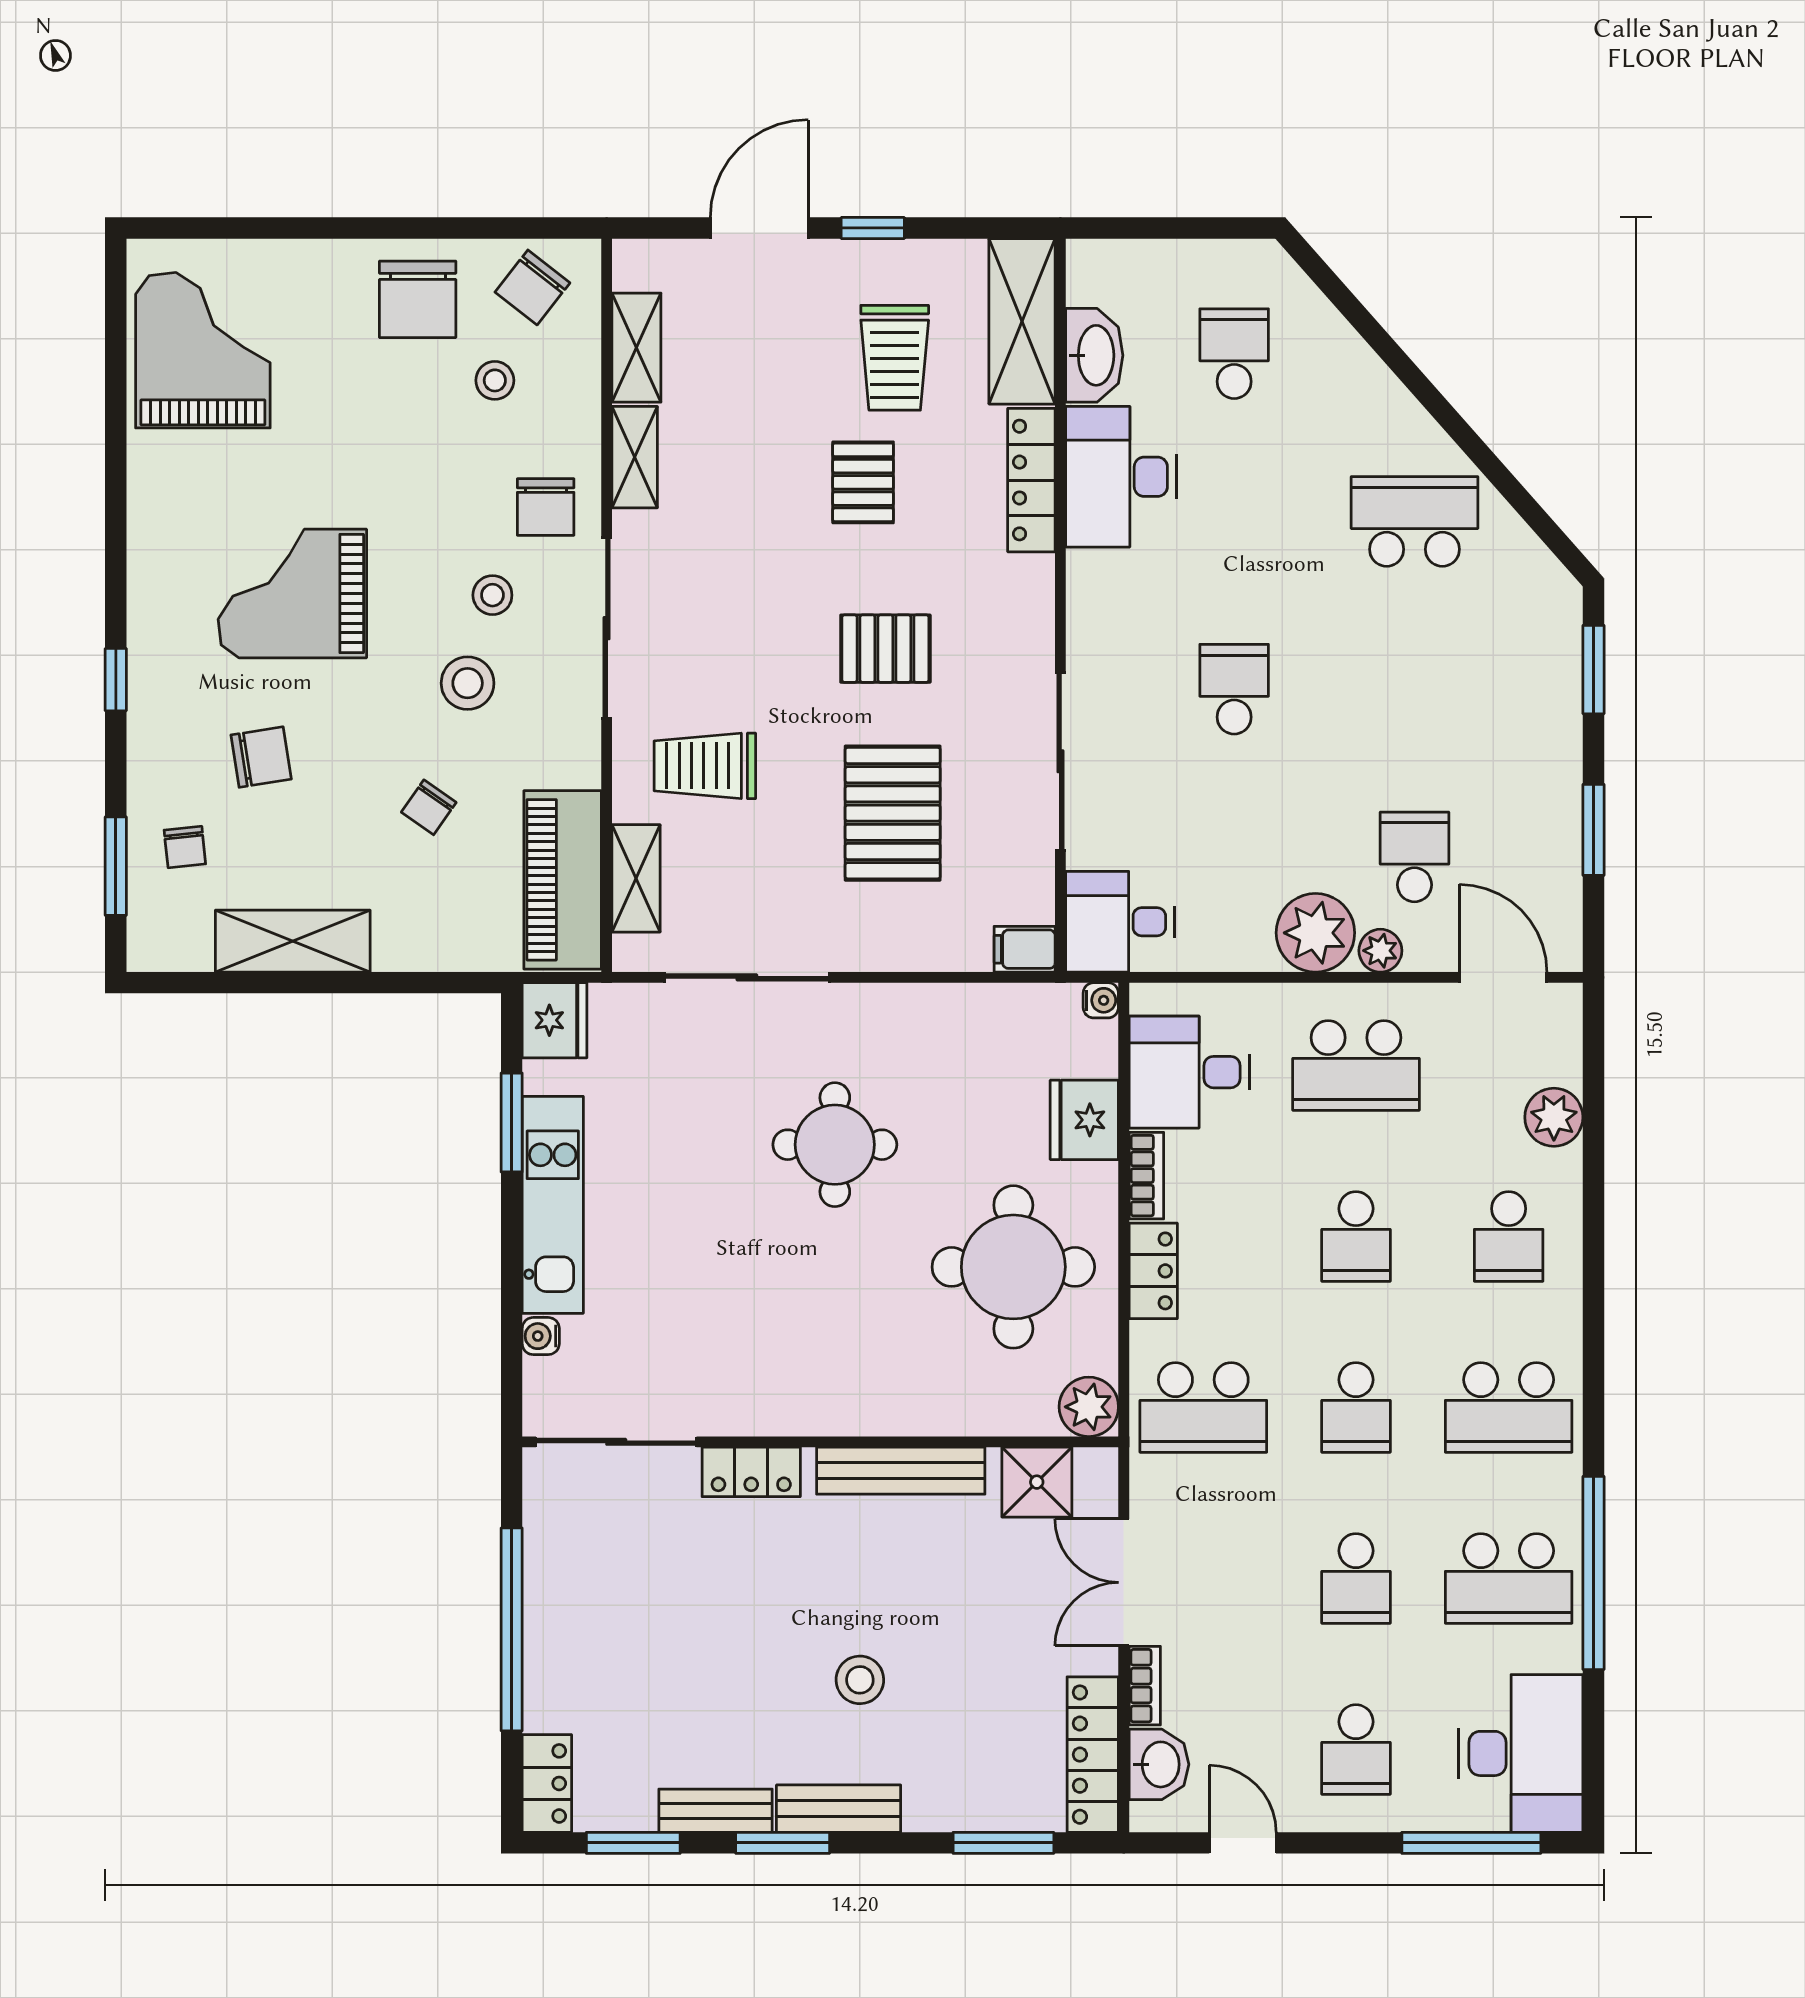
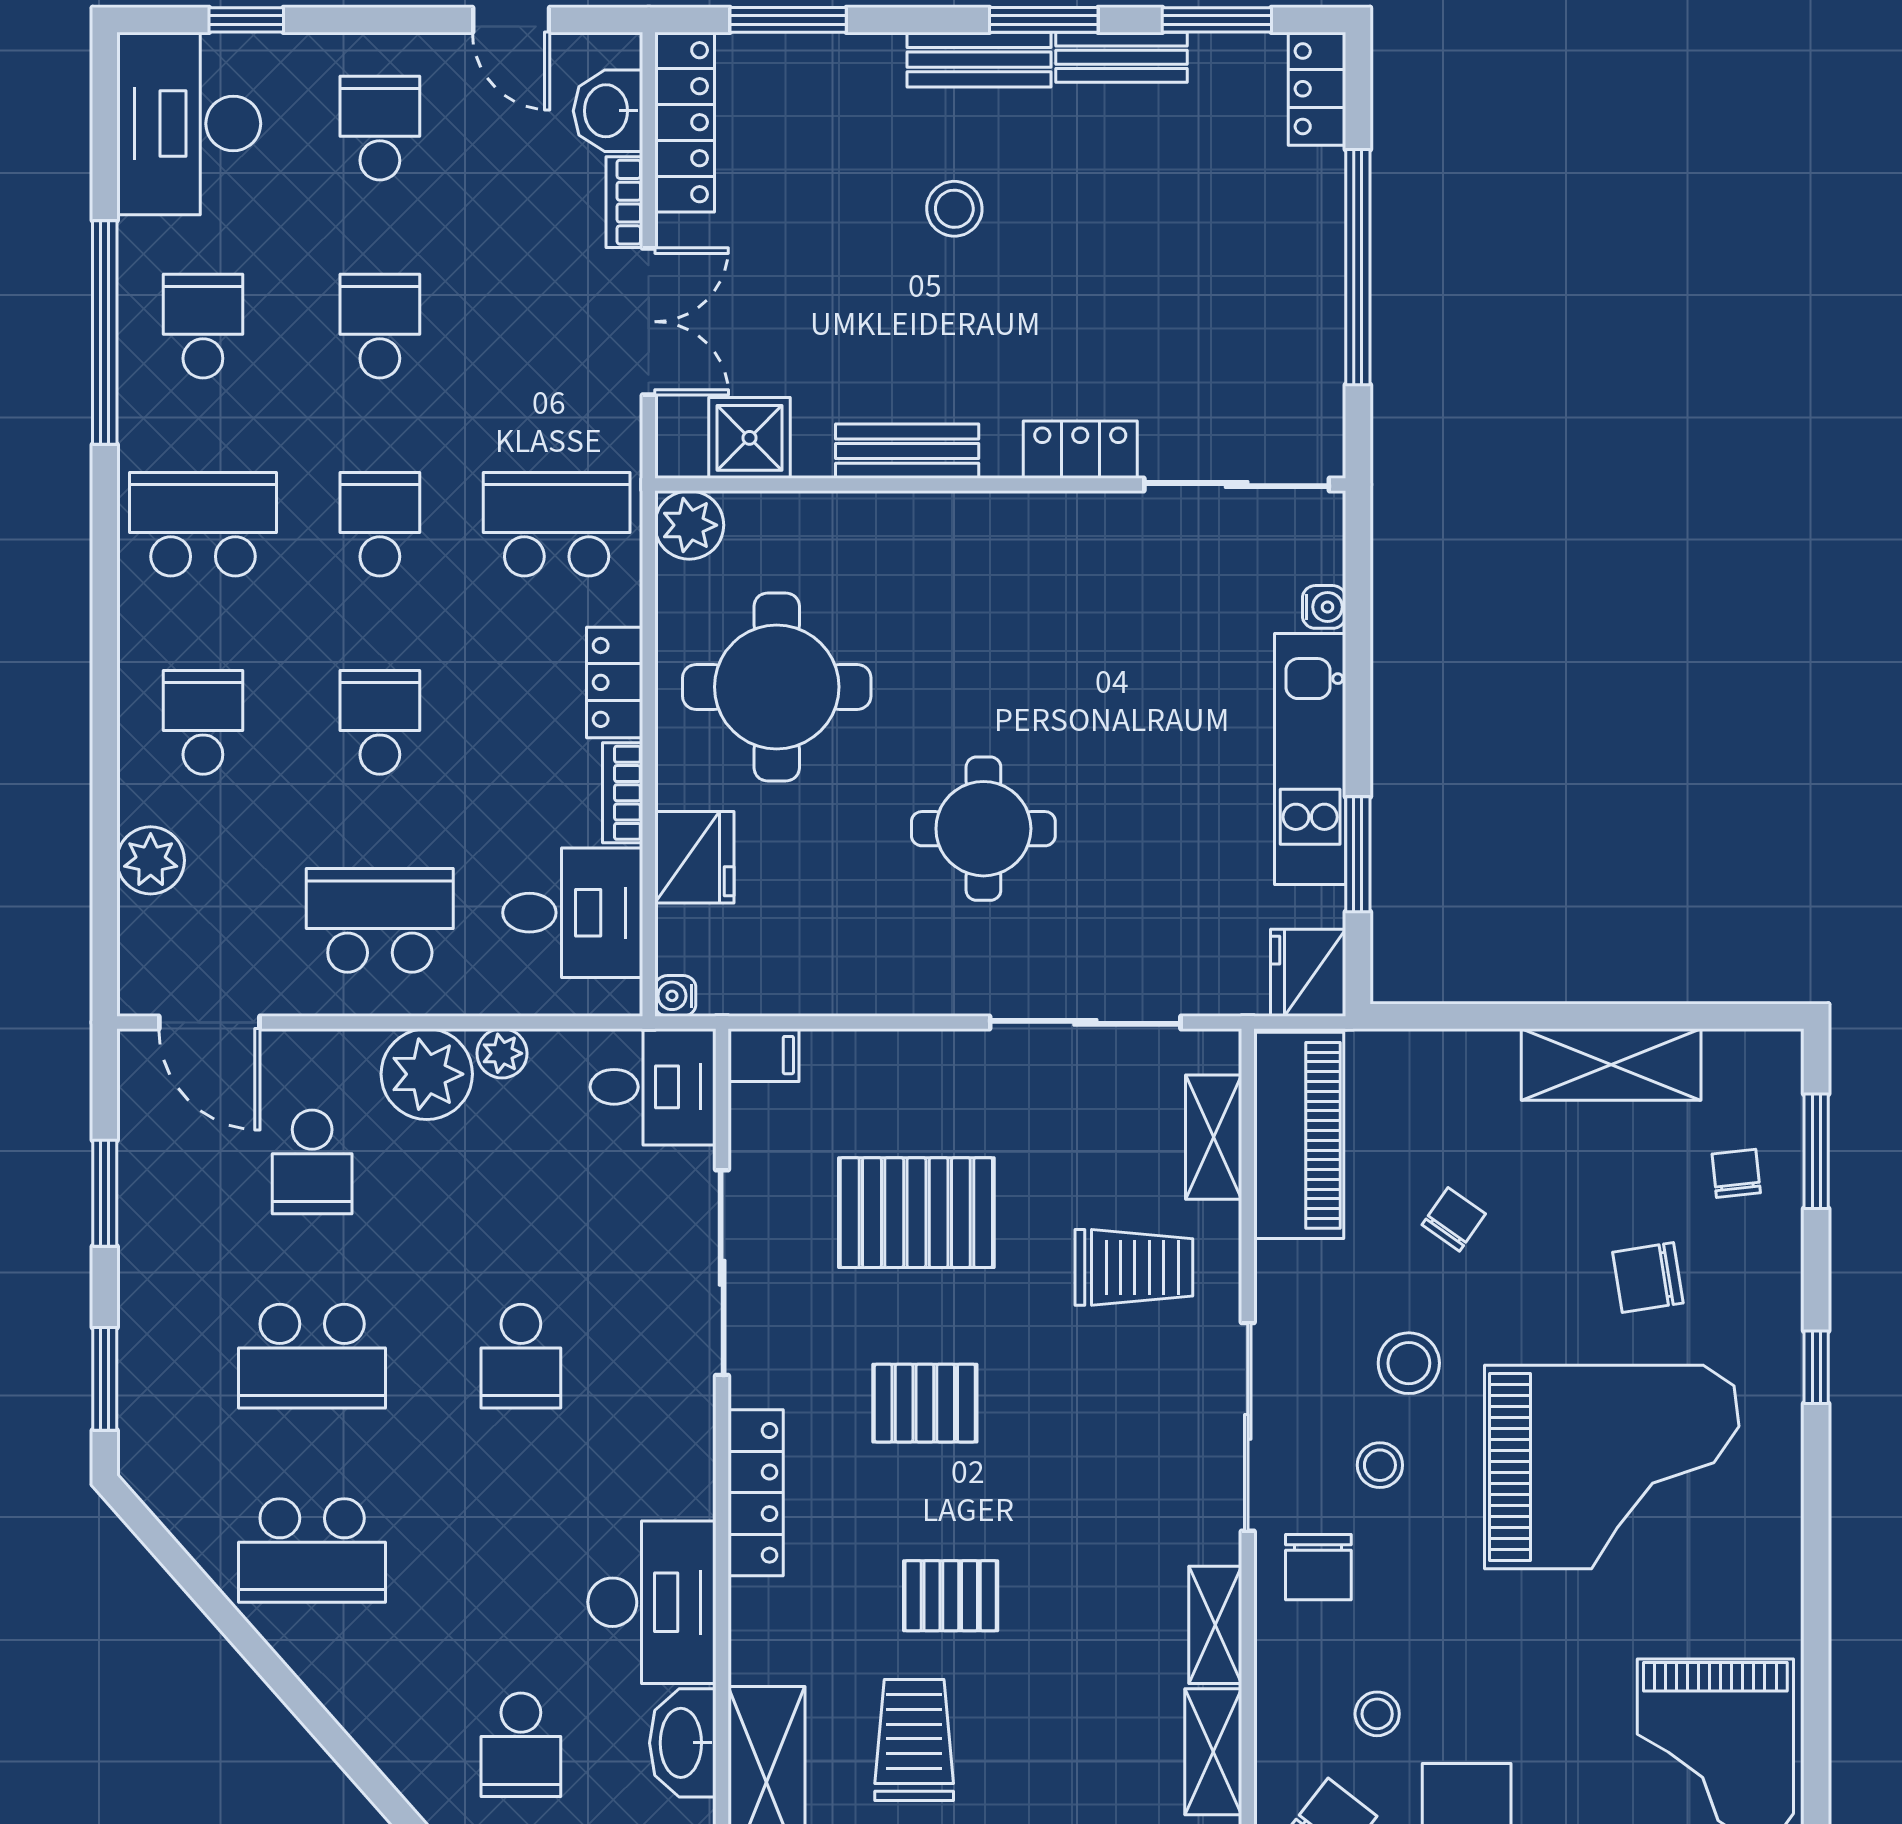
locker: (1031, 480) -> (756, 1493), moved
pallet: (863, 482) -> (951, 1596), turned 90
chair: (546, 507) -> (1318, 1567), turned 180
grand piano: (292, 593) -> (1612, 1467), width x1.37, depth x1.48
school desk: (1414, 689) -> (312, 1356), added
pallet: (893, 813) -> (916, 1213), turned 90
plant: (1380, 951) -> (502, 1053), moved
bench: (901, 1471) -> (907, 451), width x0.73
school desk: (1509, 1578) -> (203, 326), width x0.54
window: (1471, 1843) -> (246, 20), width x0.46

